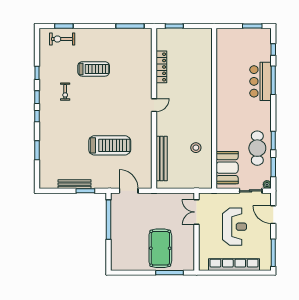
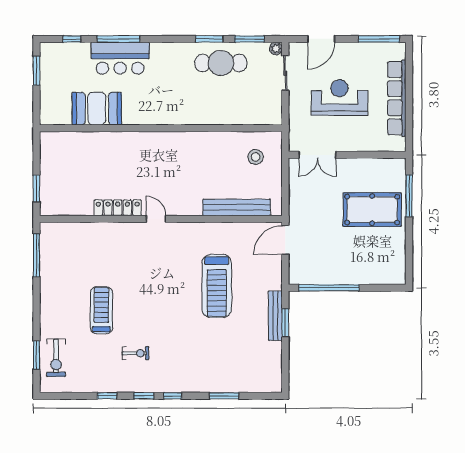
locker: (161, 67) -> (118, 208), moved
treadmill: (110, 145) -> (217, 286), turned 180
stool: (196, 148) -> (256, 157), moved
booth: (227, 168) -> (97, 109), moved
bench: (75, 184) -> (275, 316), moved
door: (129, 191) -> (285, 240), moved

